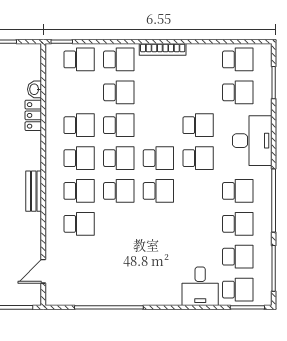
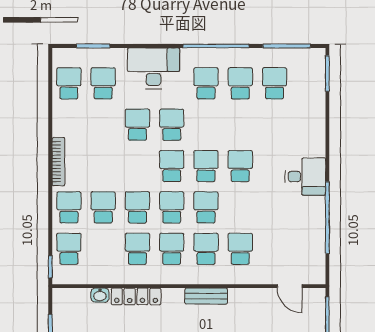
locker: (33, 115) -> (136, 296), width x1.53
desk: (200, 286) -> (305, 177), moved
school desk: (238, 290) -> (240, 166), moved

